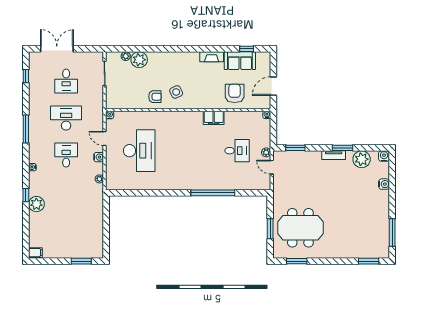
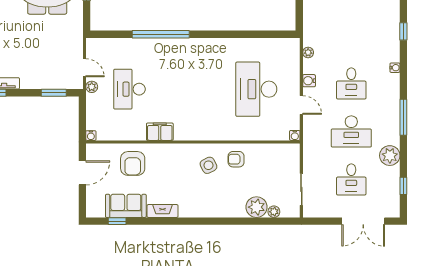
desk: (66, 81) -> (351, 179), turned 180
desk: (237, 151) -> (129, 89), width x1.37
plant: (36, 204) -> (390, 156), moved

